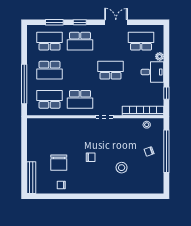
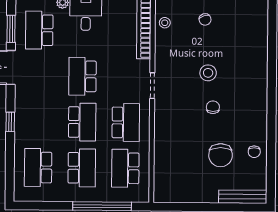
window: (54, 22) -> (11, 29), moved
school desk: (80, 41) -> (82, 122), moved
chair: (59, 163) -> (221, 155), turned 90
stool: (122, 168) -> (208, 73), moved

